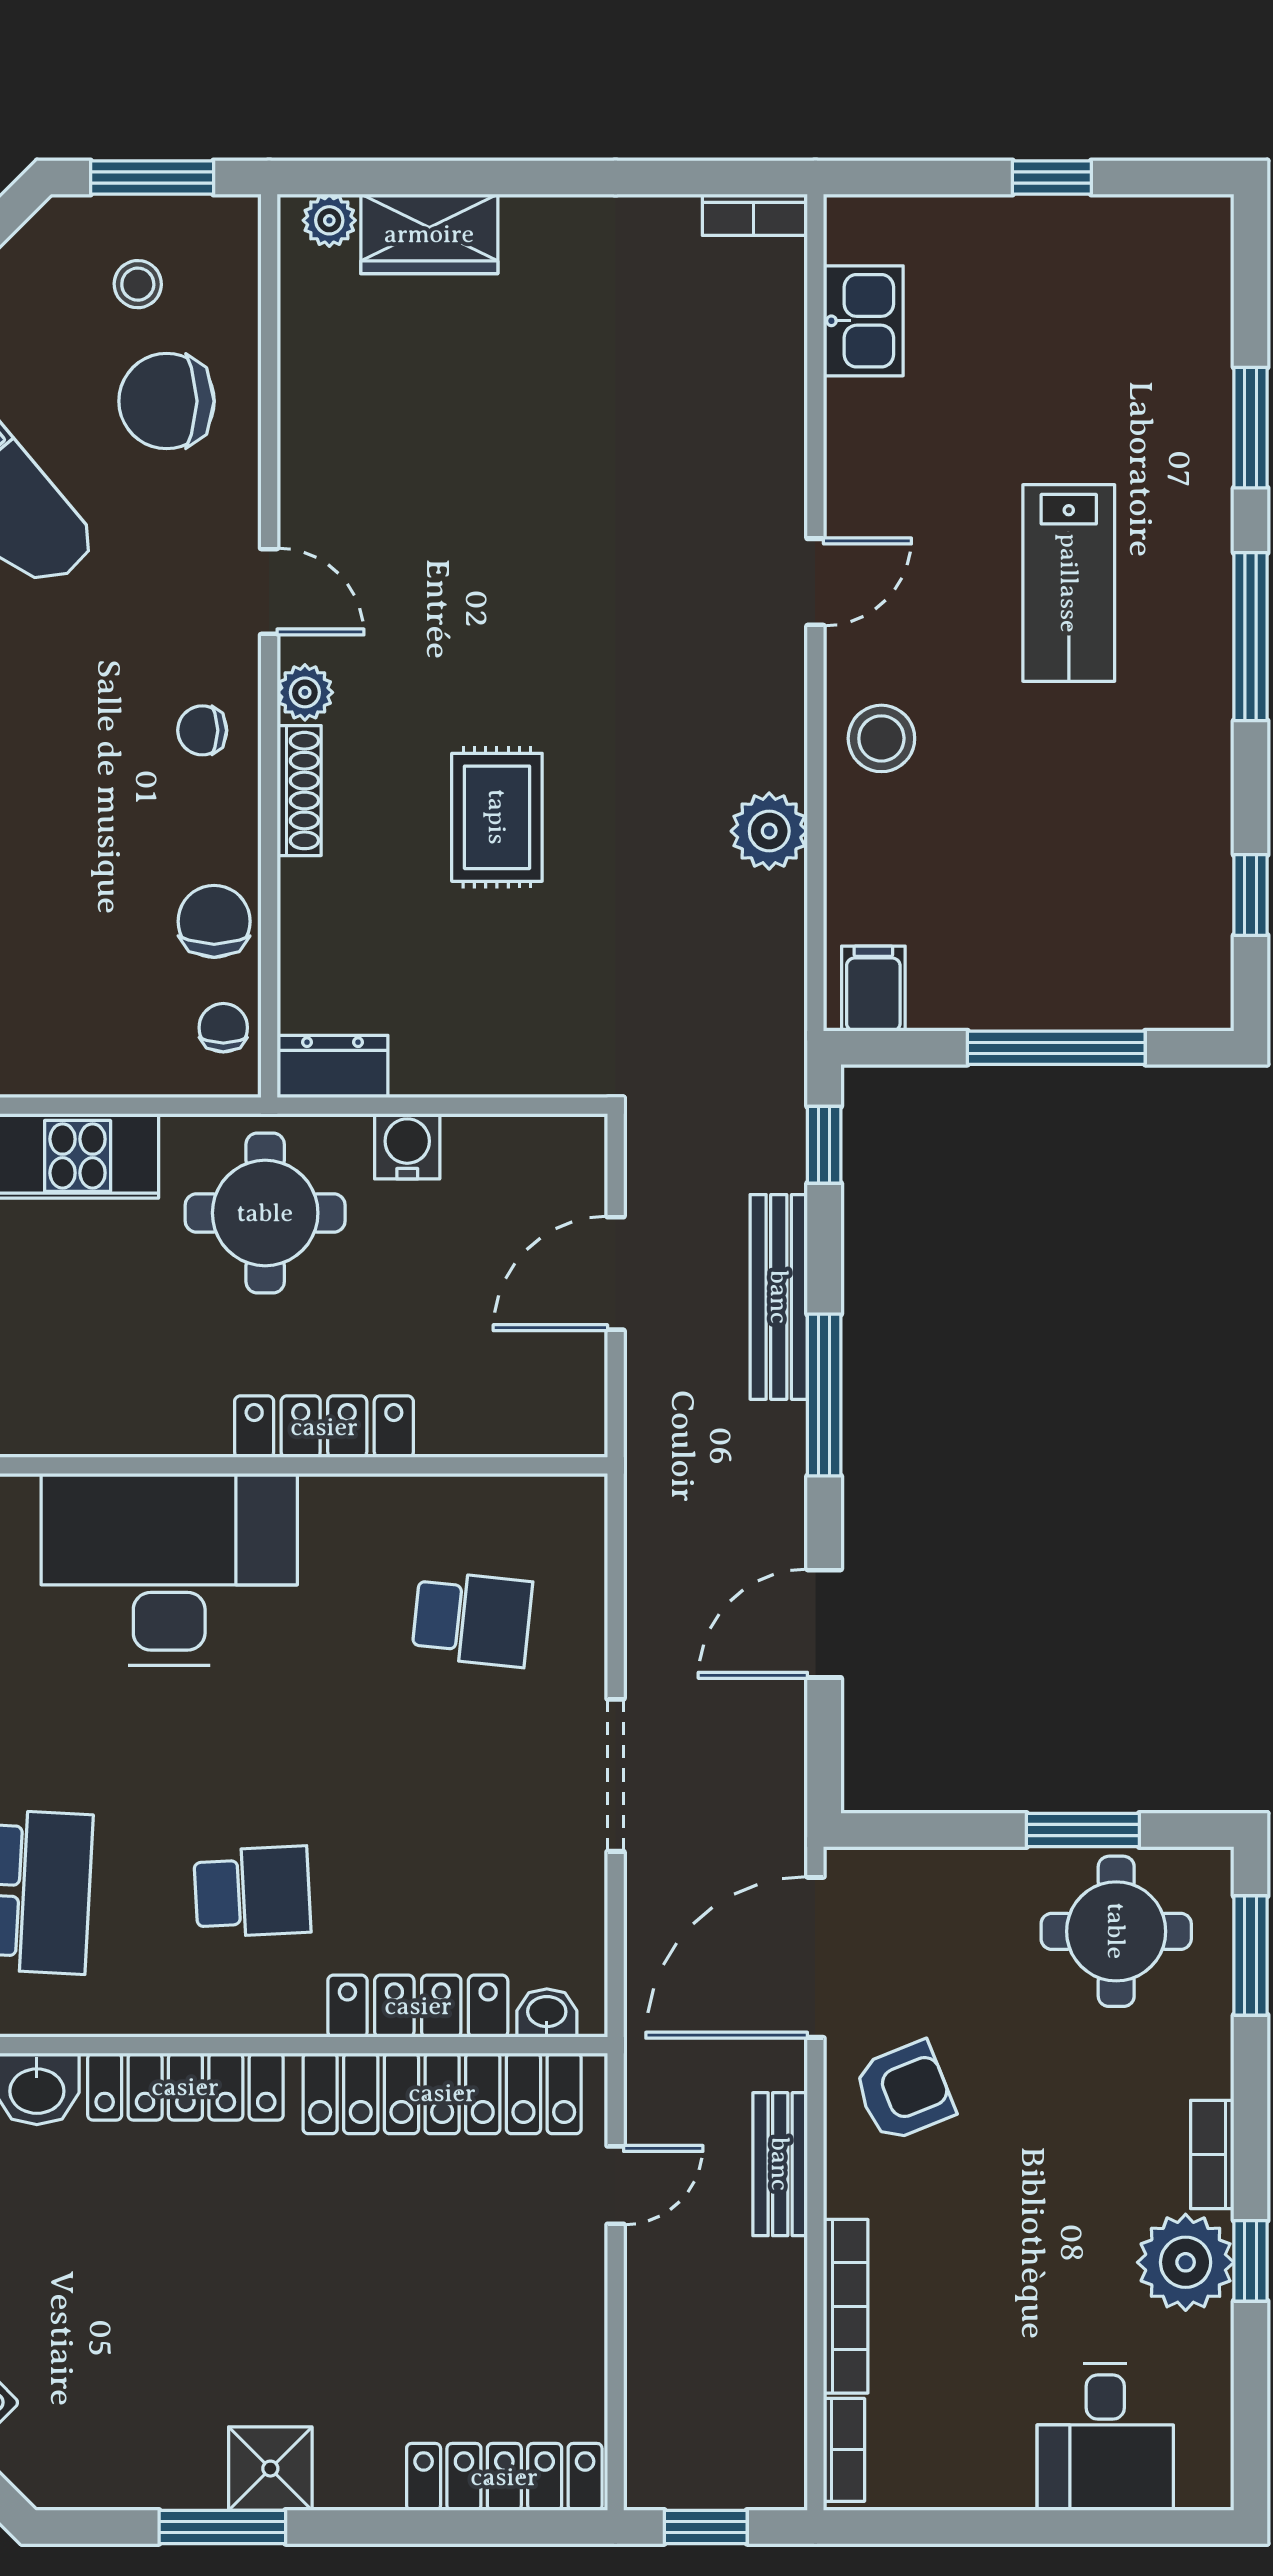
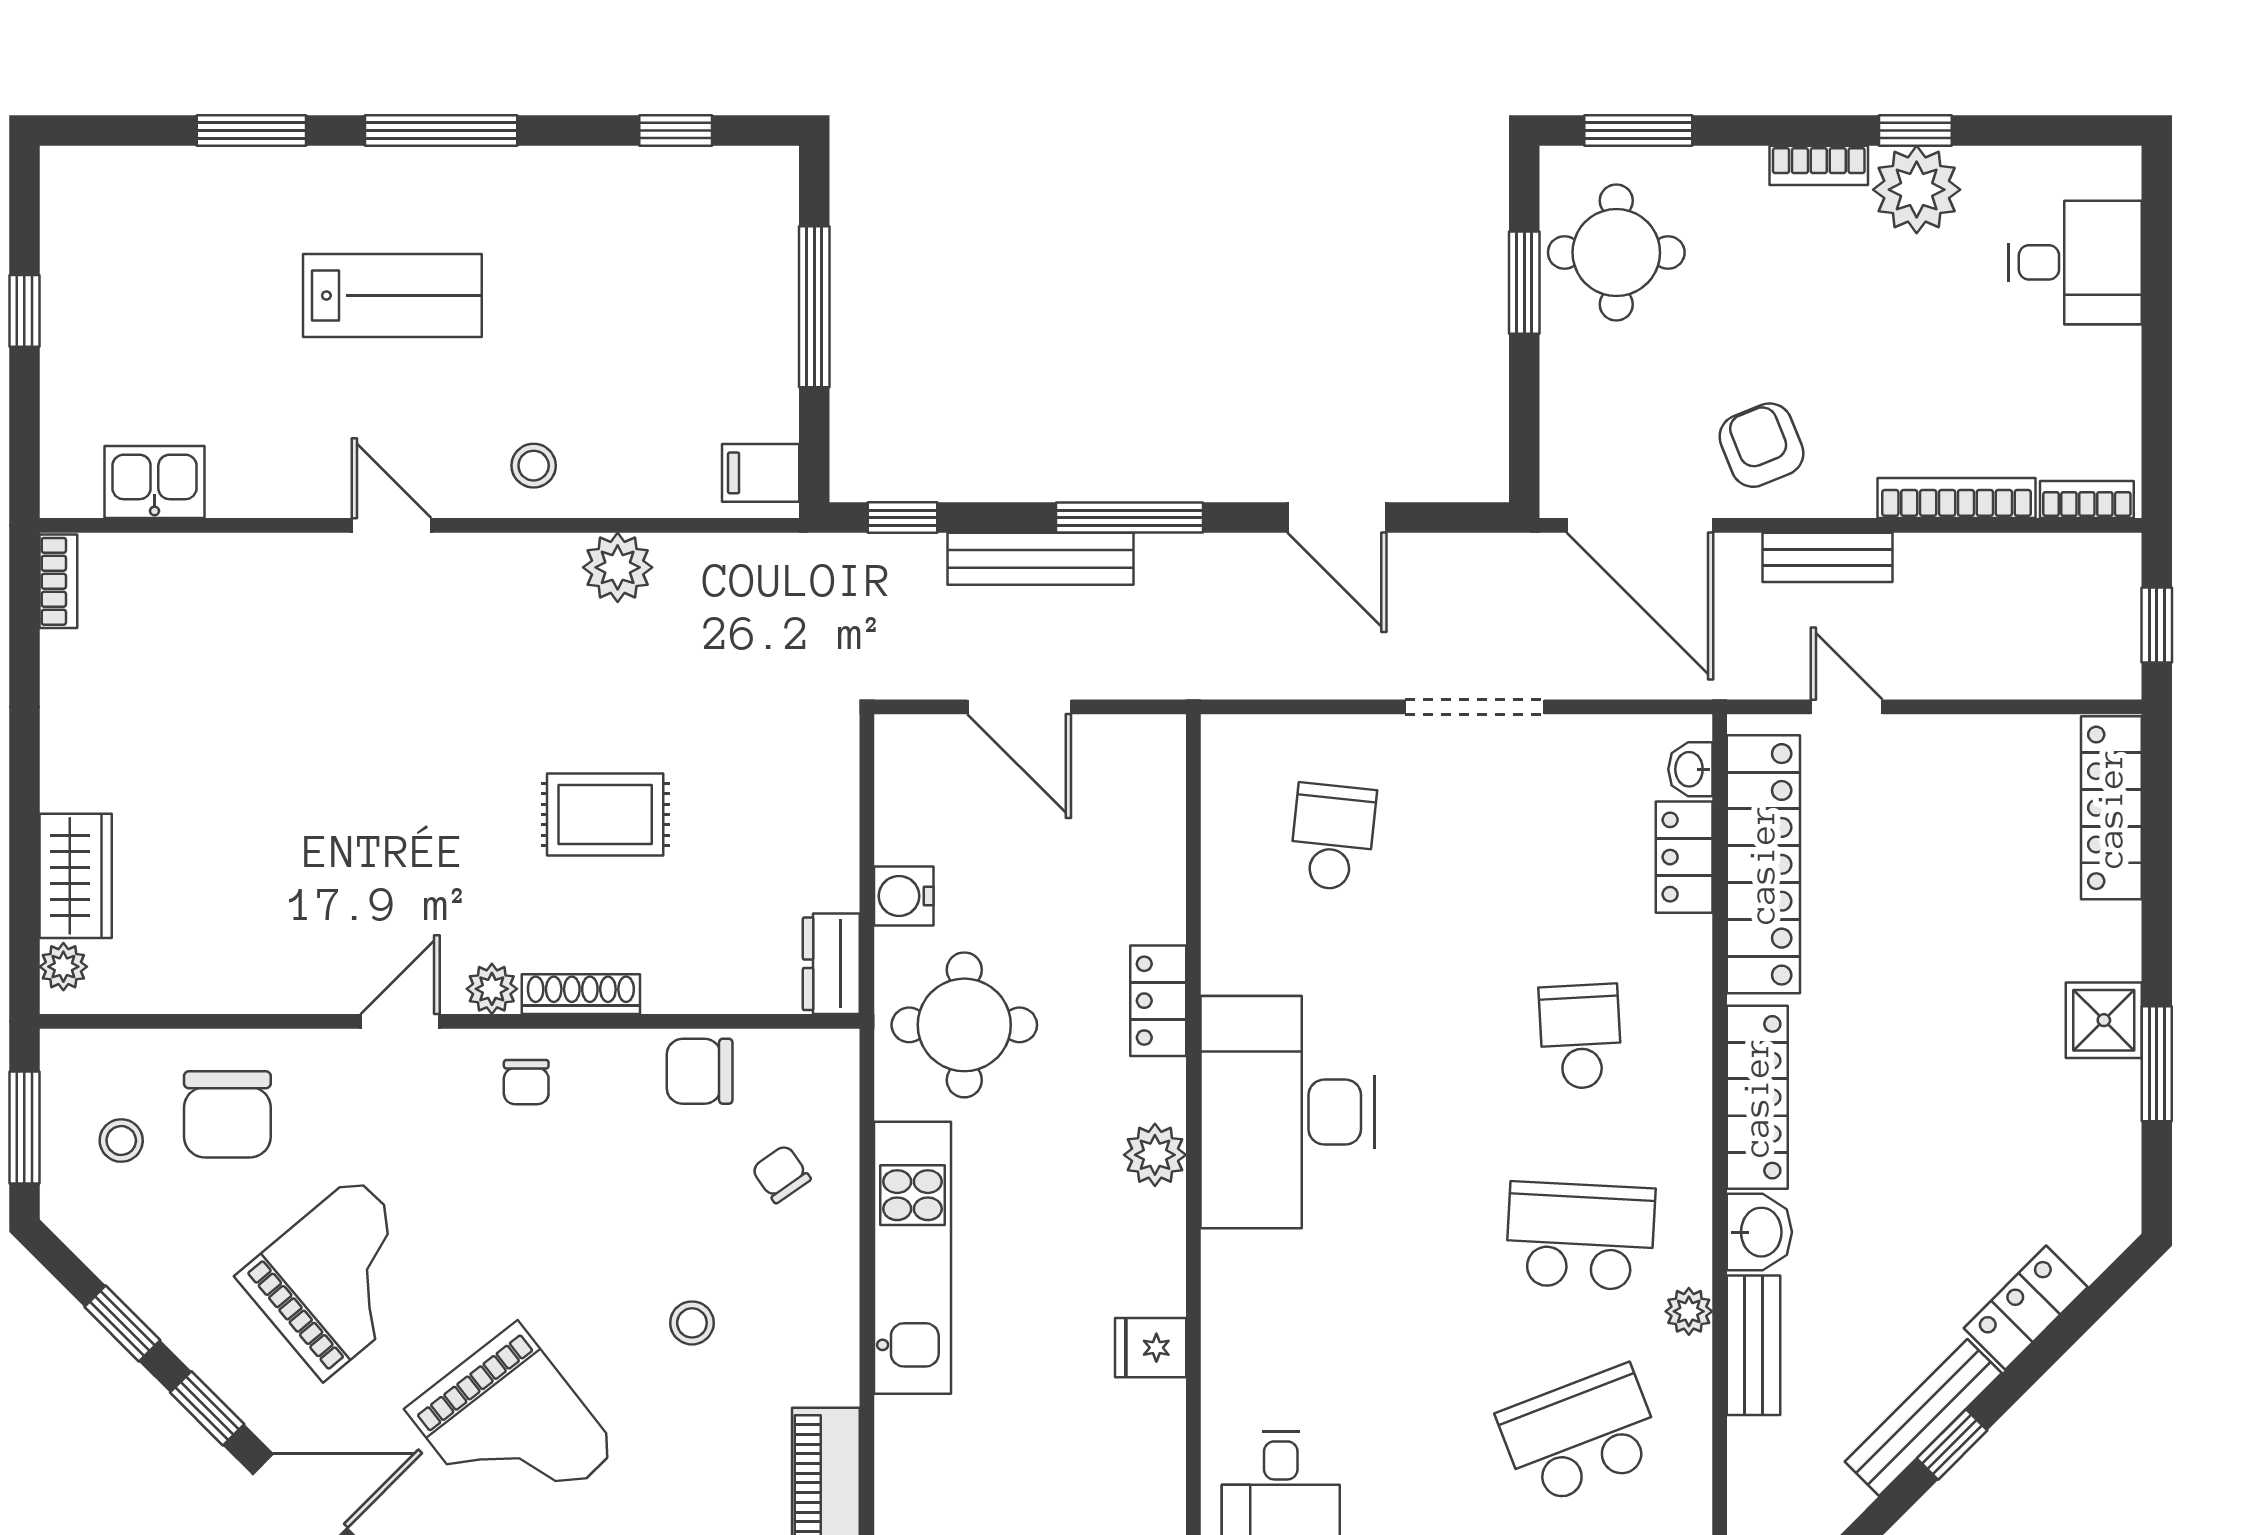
stool: (881, 738) -> (534, 466), width x0.73, depth x0.73
chair: (223, 1028) -> (781, 1174), moved, turned 55
plant: (122, 1423) -> (1155, 1155), added
locker: (324, 1427) -> (1158, 1001), width x0.66
locker: (418, 2006) -> (1684, 857), width x0.66

